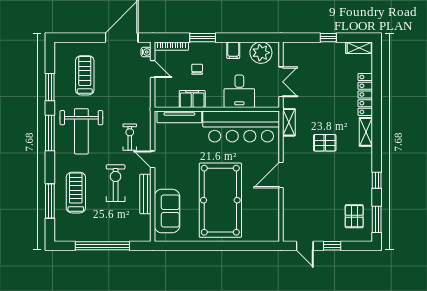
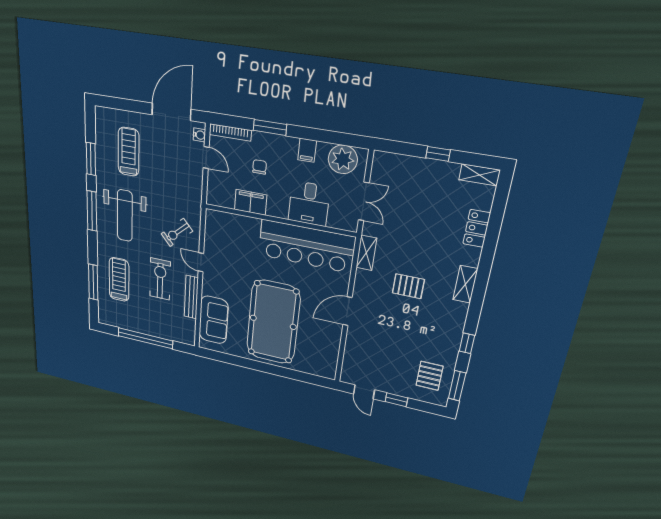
locker: (365, 94) -> (477, 228), width x0.66
tv unit: (179, 117) -> (234, 221), removed
exercise bike: (130, 137) -> (177, 232), turned -132

